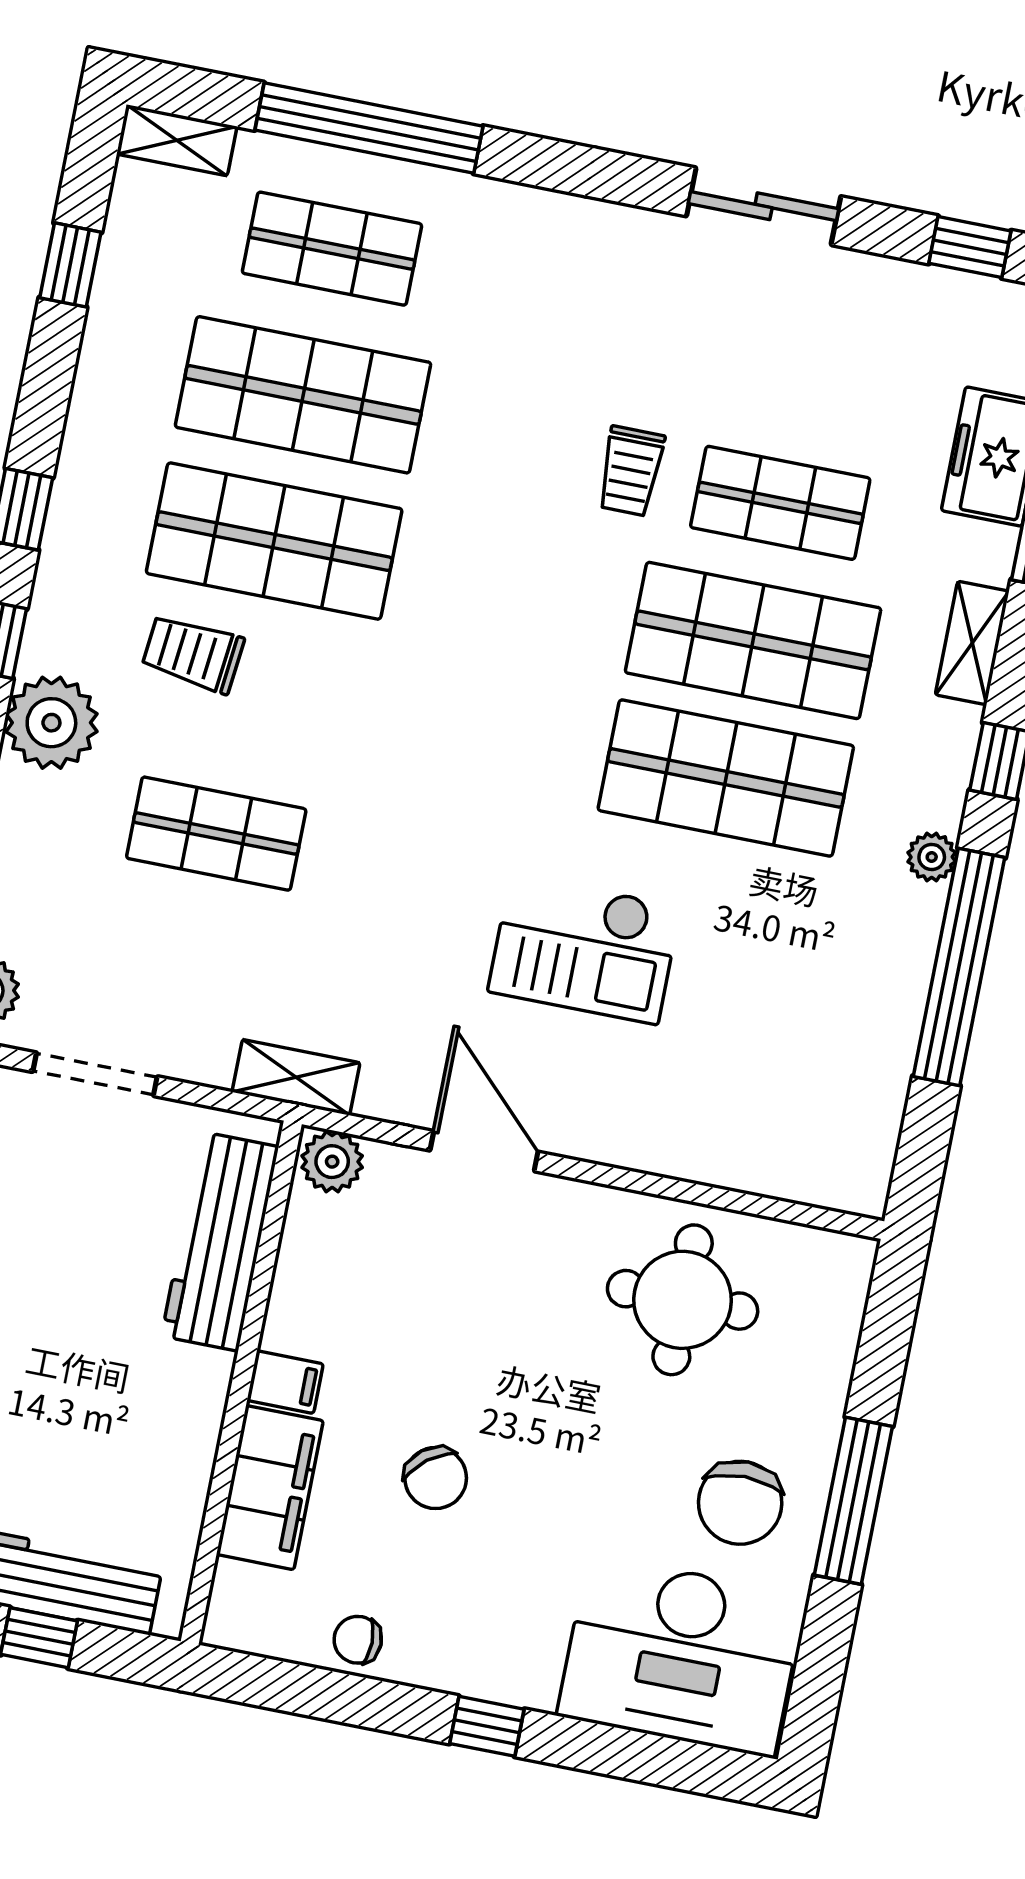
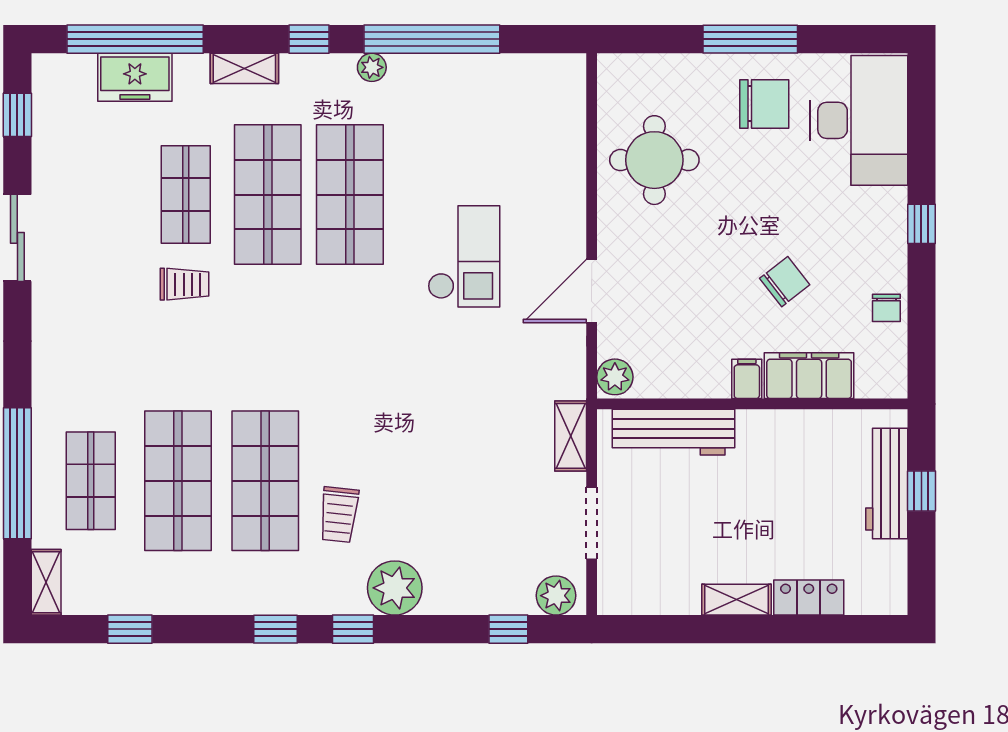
shop shelf: (216, 834) -> (440, 481), removed
shelving: (296, 1077) -> (571, 436), moved

